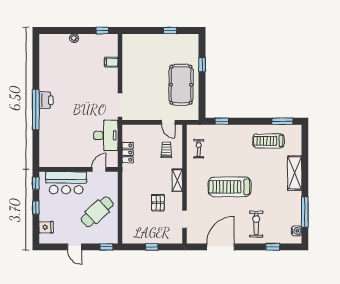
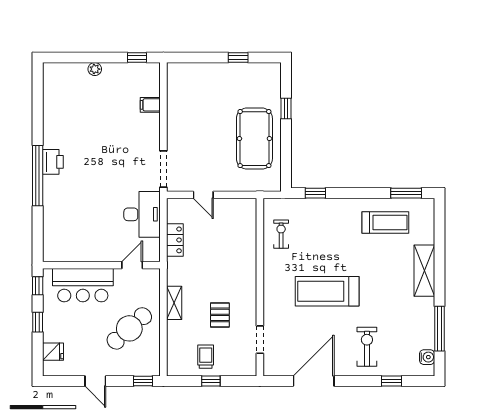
door: (168, 122) -> (203, 195), moved
treadmill: (269, 141) -> (385, 222), turned 180
trolley: (166, 150) -> (206, 357), moved
shelving: (177, 180) -> (174, 303), moved

